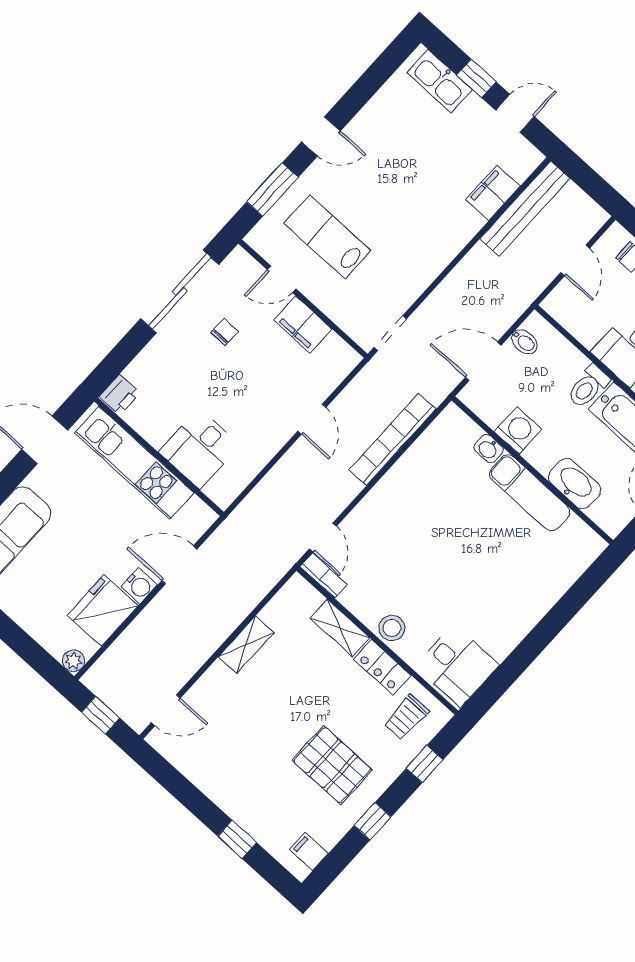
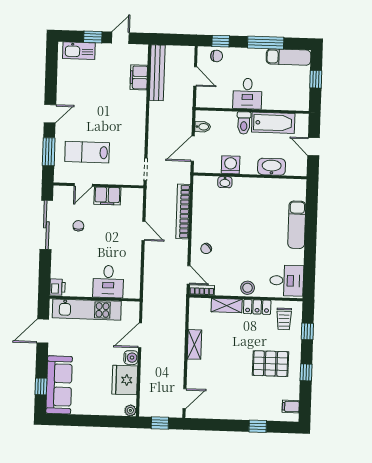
exam couch: (530, 493) -> (297, 225), moved, turned 90
chair: (380, 521) -> (206, 249), added

